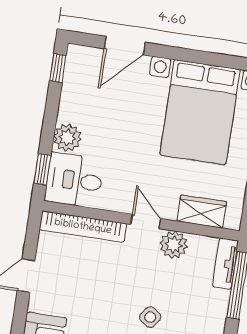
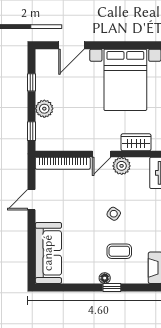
window: (58, 68) -> (32, 82), moved
desk: (74, 180) -> (53, 135), removed
door: (146, 221) -> (102, 154), swing flipped

